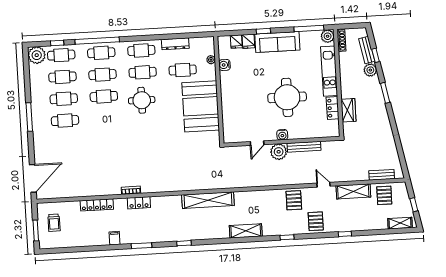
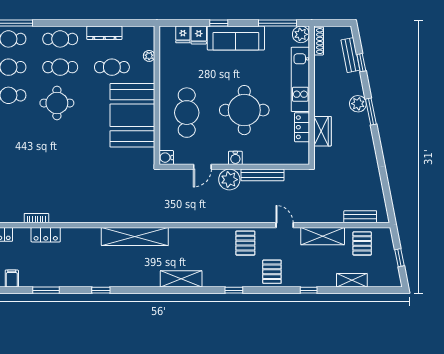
water cooler: (225, 65) -> (166, 158), moved
plant: (370, 70) -> (358, 104), moved
cafe table: (243, 102) -> (187, 113), added
shelving: (400, 223) -> (352, 280), moved

